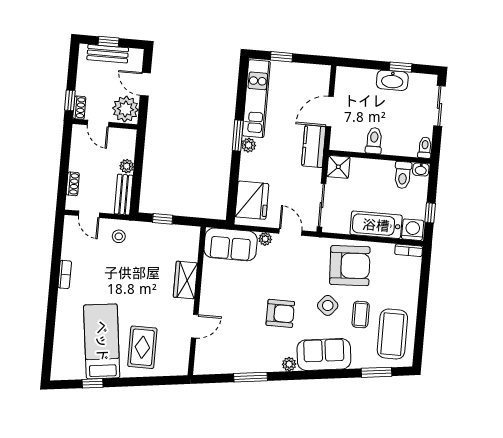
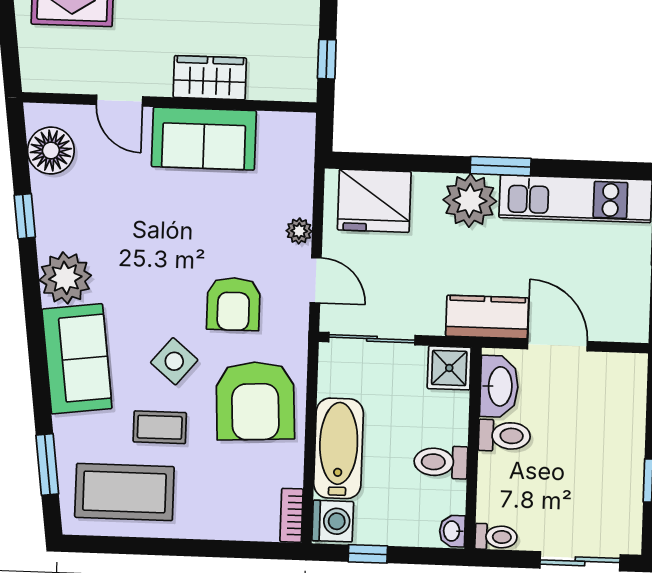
washbasin: (392, 80) -> (499, 386), moved, turned 180
plant: (249, 145) -> (470, 201), width x1.87, depth x1.87
toilet: (403, 175) -> (441, 462), moved
window: (163, 219) -> (327, 59), moved
door: (291, 232) -> (316, 280), hinge flipped
sofa: (231, 244) -> (204, 139), moved, turned -90
armchair: (280, 313) -> (233, 304), moved
floor lamp: (218, 362) -> (51, 151), added
plant: (289, 364) -> (65, 278), width x1.88, depth x1.88
window: (250, 377) -> (25, 216), width x0.67

